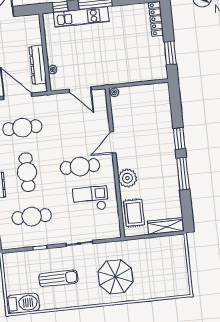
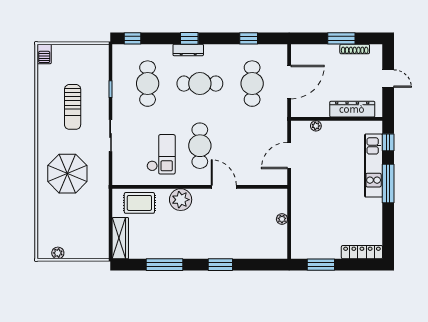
dresser: (38, 65) -> (352, 109), moved
plant: (114, 92) -> (282, 219), moved
window: (183, 174) -> (165, 265), moved
plant: (184, 278) -> (58, 253), added
barbecue: (23, 303) -> (44, 54), width x0.53, depth x0.65

